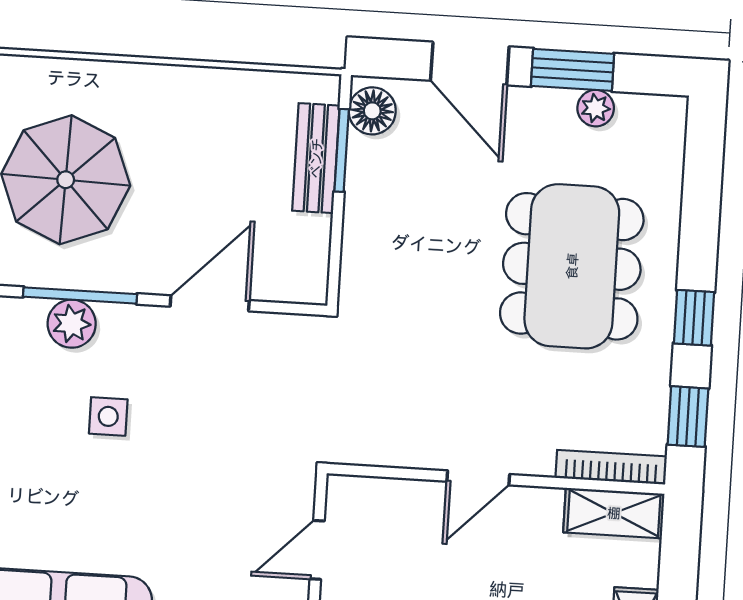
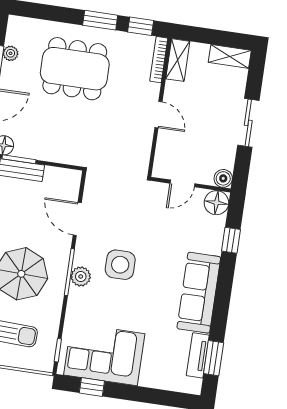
window: (694, 318) -> (100, 20), width x1.50
side table: (108, 416) -> (120, 265), width x1.87, depth x1.87
door: (317, 550) -> (182, 183), hinge flipped

